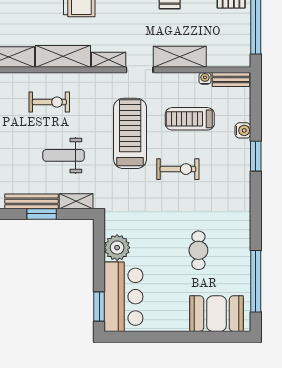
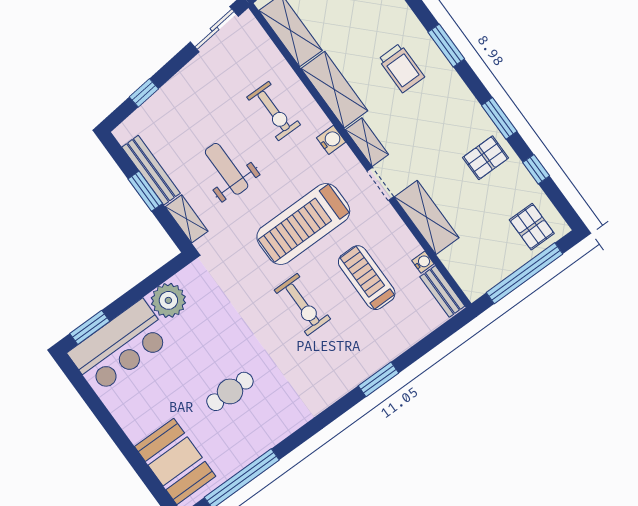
water cooler: (243, 130) -> (331, 140), moved, turned -90
treadmill: (130, 133) -> (303, 224), turned 180

